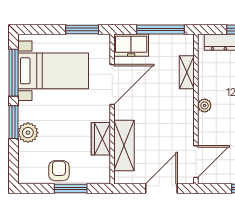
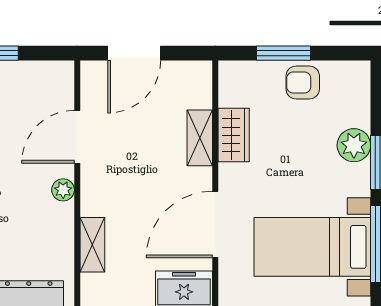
shelving: (124, 146) -> (200, 138), width x0.67, depth x0.75
door: (196, 162) -> (77, 137), moved
armchair: (59, 171) -> (303, 82), turned 90

